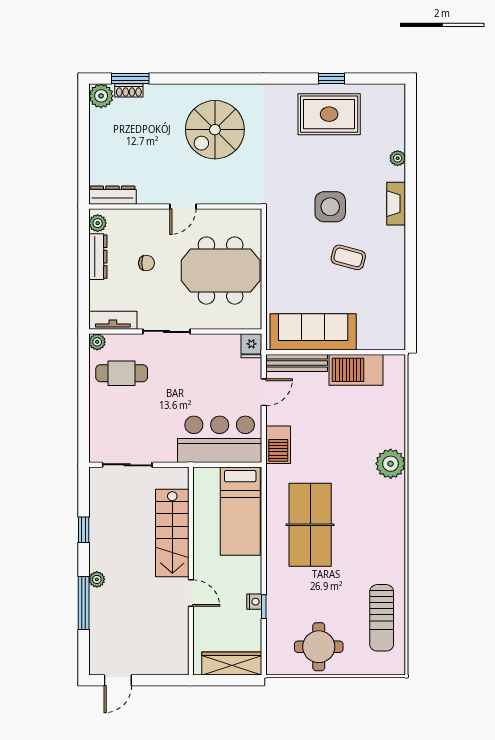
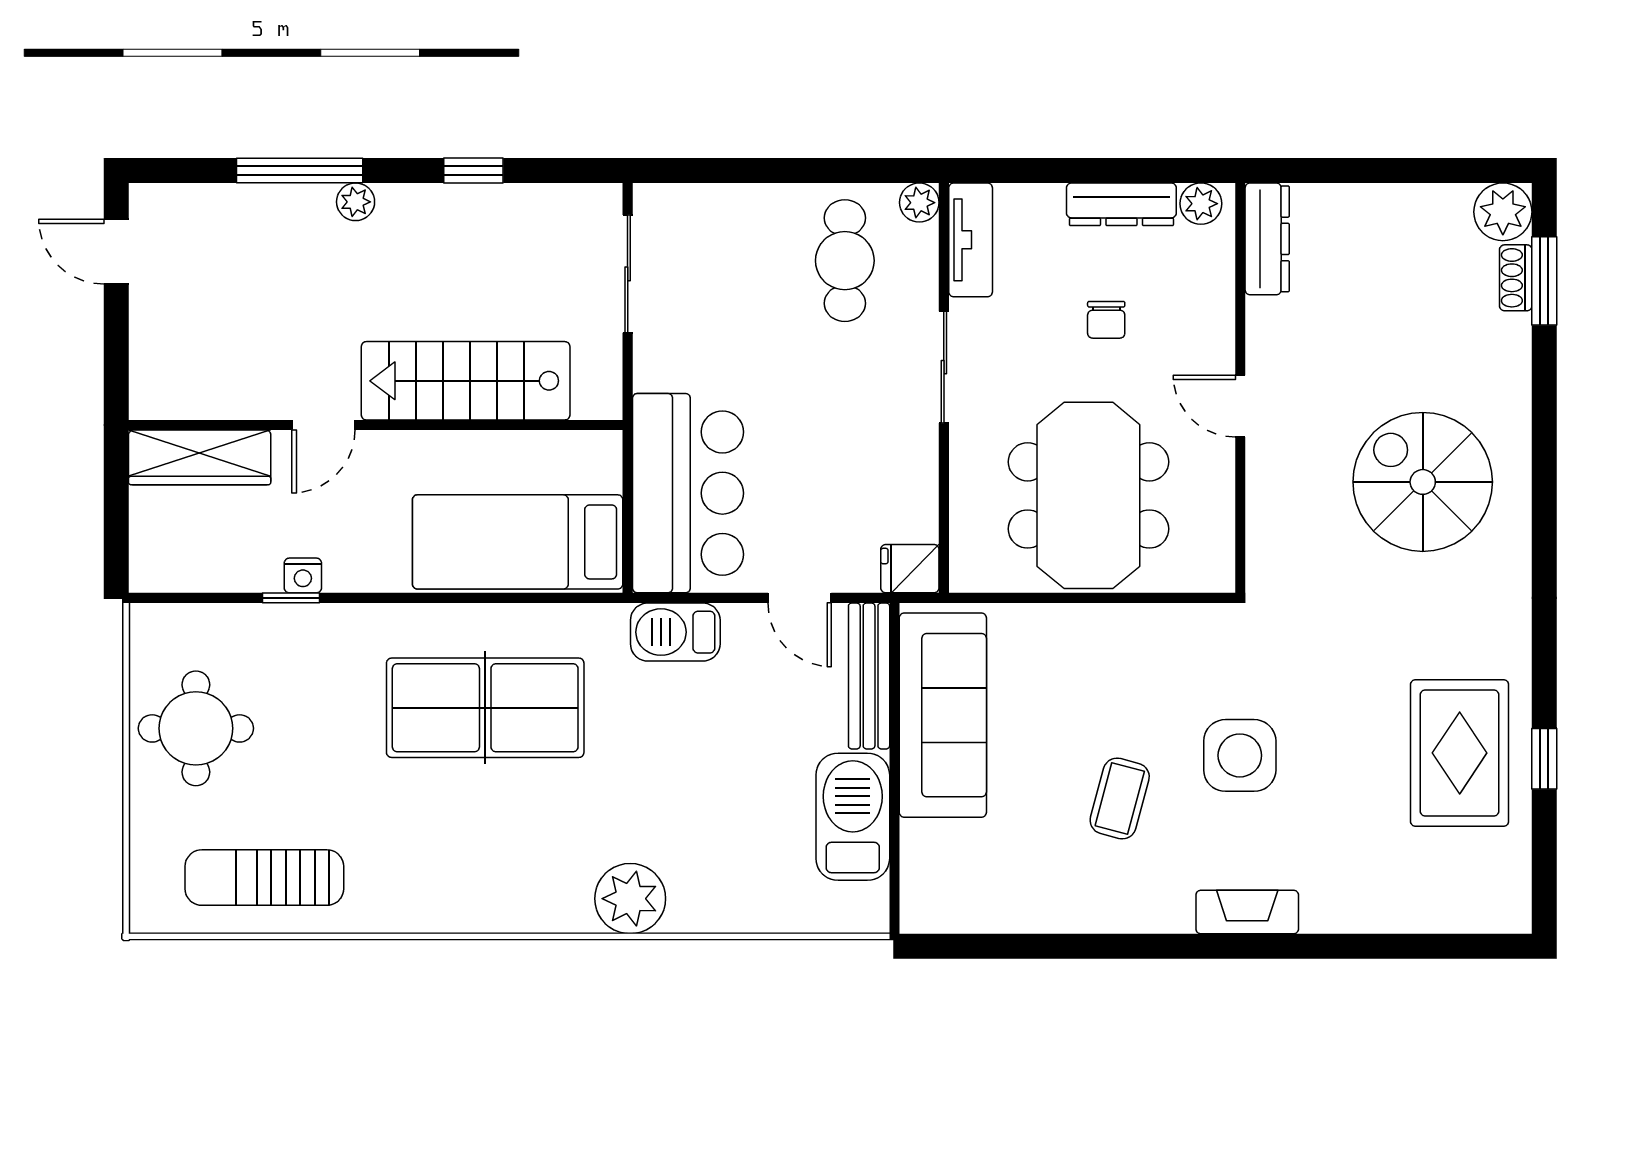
plant: (398, 158) -> (1355, 915), removed
wardrobe: (232, 663) -> (200, 457), moved, turned 90

